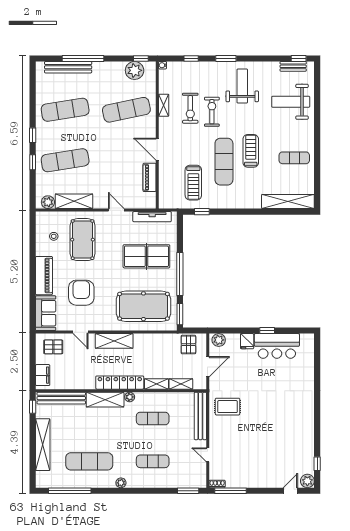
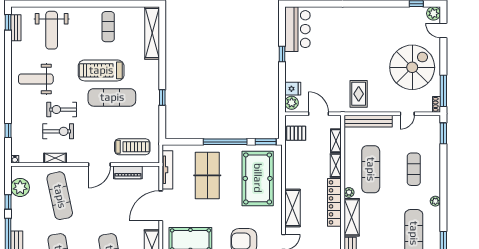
window: (141, 58) -> (8, 202), moved
window: (226, 58) -> (8, 95), removed
treadmill: (251, 151) -> (101, 70), width x1.37, depth x1.38
treadmill: (193, 183) -> (132, 147), moved
door: (116, 210) -> (161, 206), width x1.87
window: (202, 212) -> (162, 98), moved
fridge: (247, 341) -> (293, 89), moved
bar counter: (277, 346) -> (297, 29), moved
exercise mat: (153, 419) -> (371, 169), width x1.36, depth x1.45
spiral stairs: (254, 460) -> (412, 67), added

